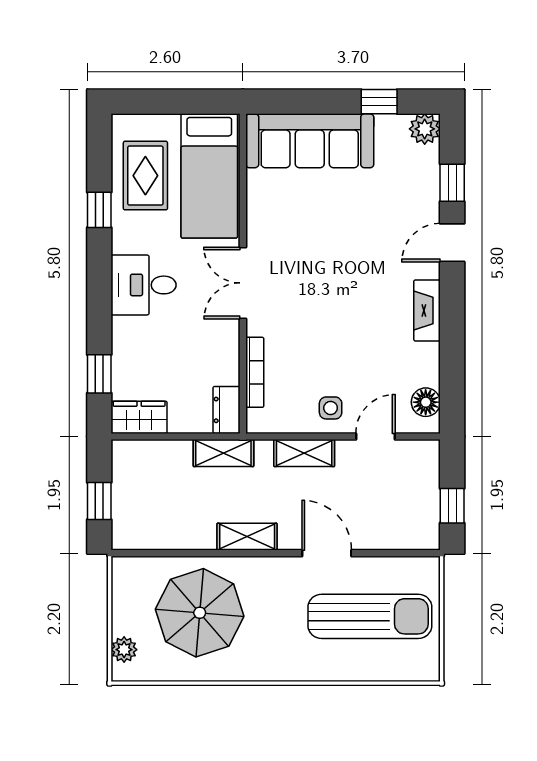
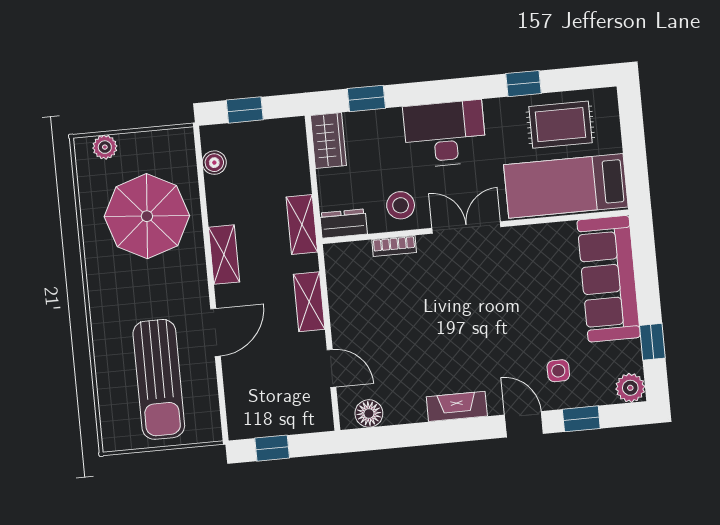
desk: (144, 285) -> (445, 134), width x1.37
stool: (213, 349) -> (401, 205), added
bookcase: (255, 372) -> (394, 246), width x0.64
side table: (331, 408) -> (558, 371), moved
boiler: (151, 538) -> (214, 163), added

